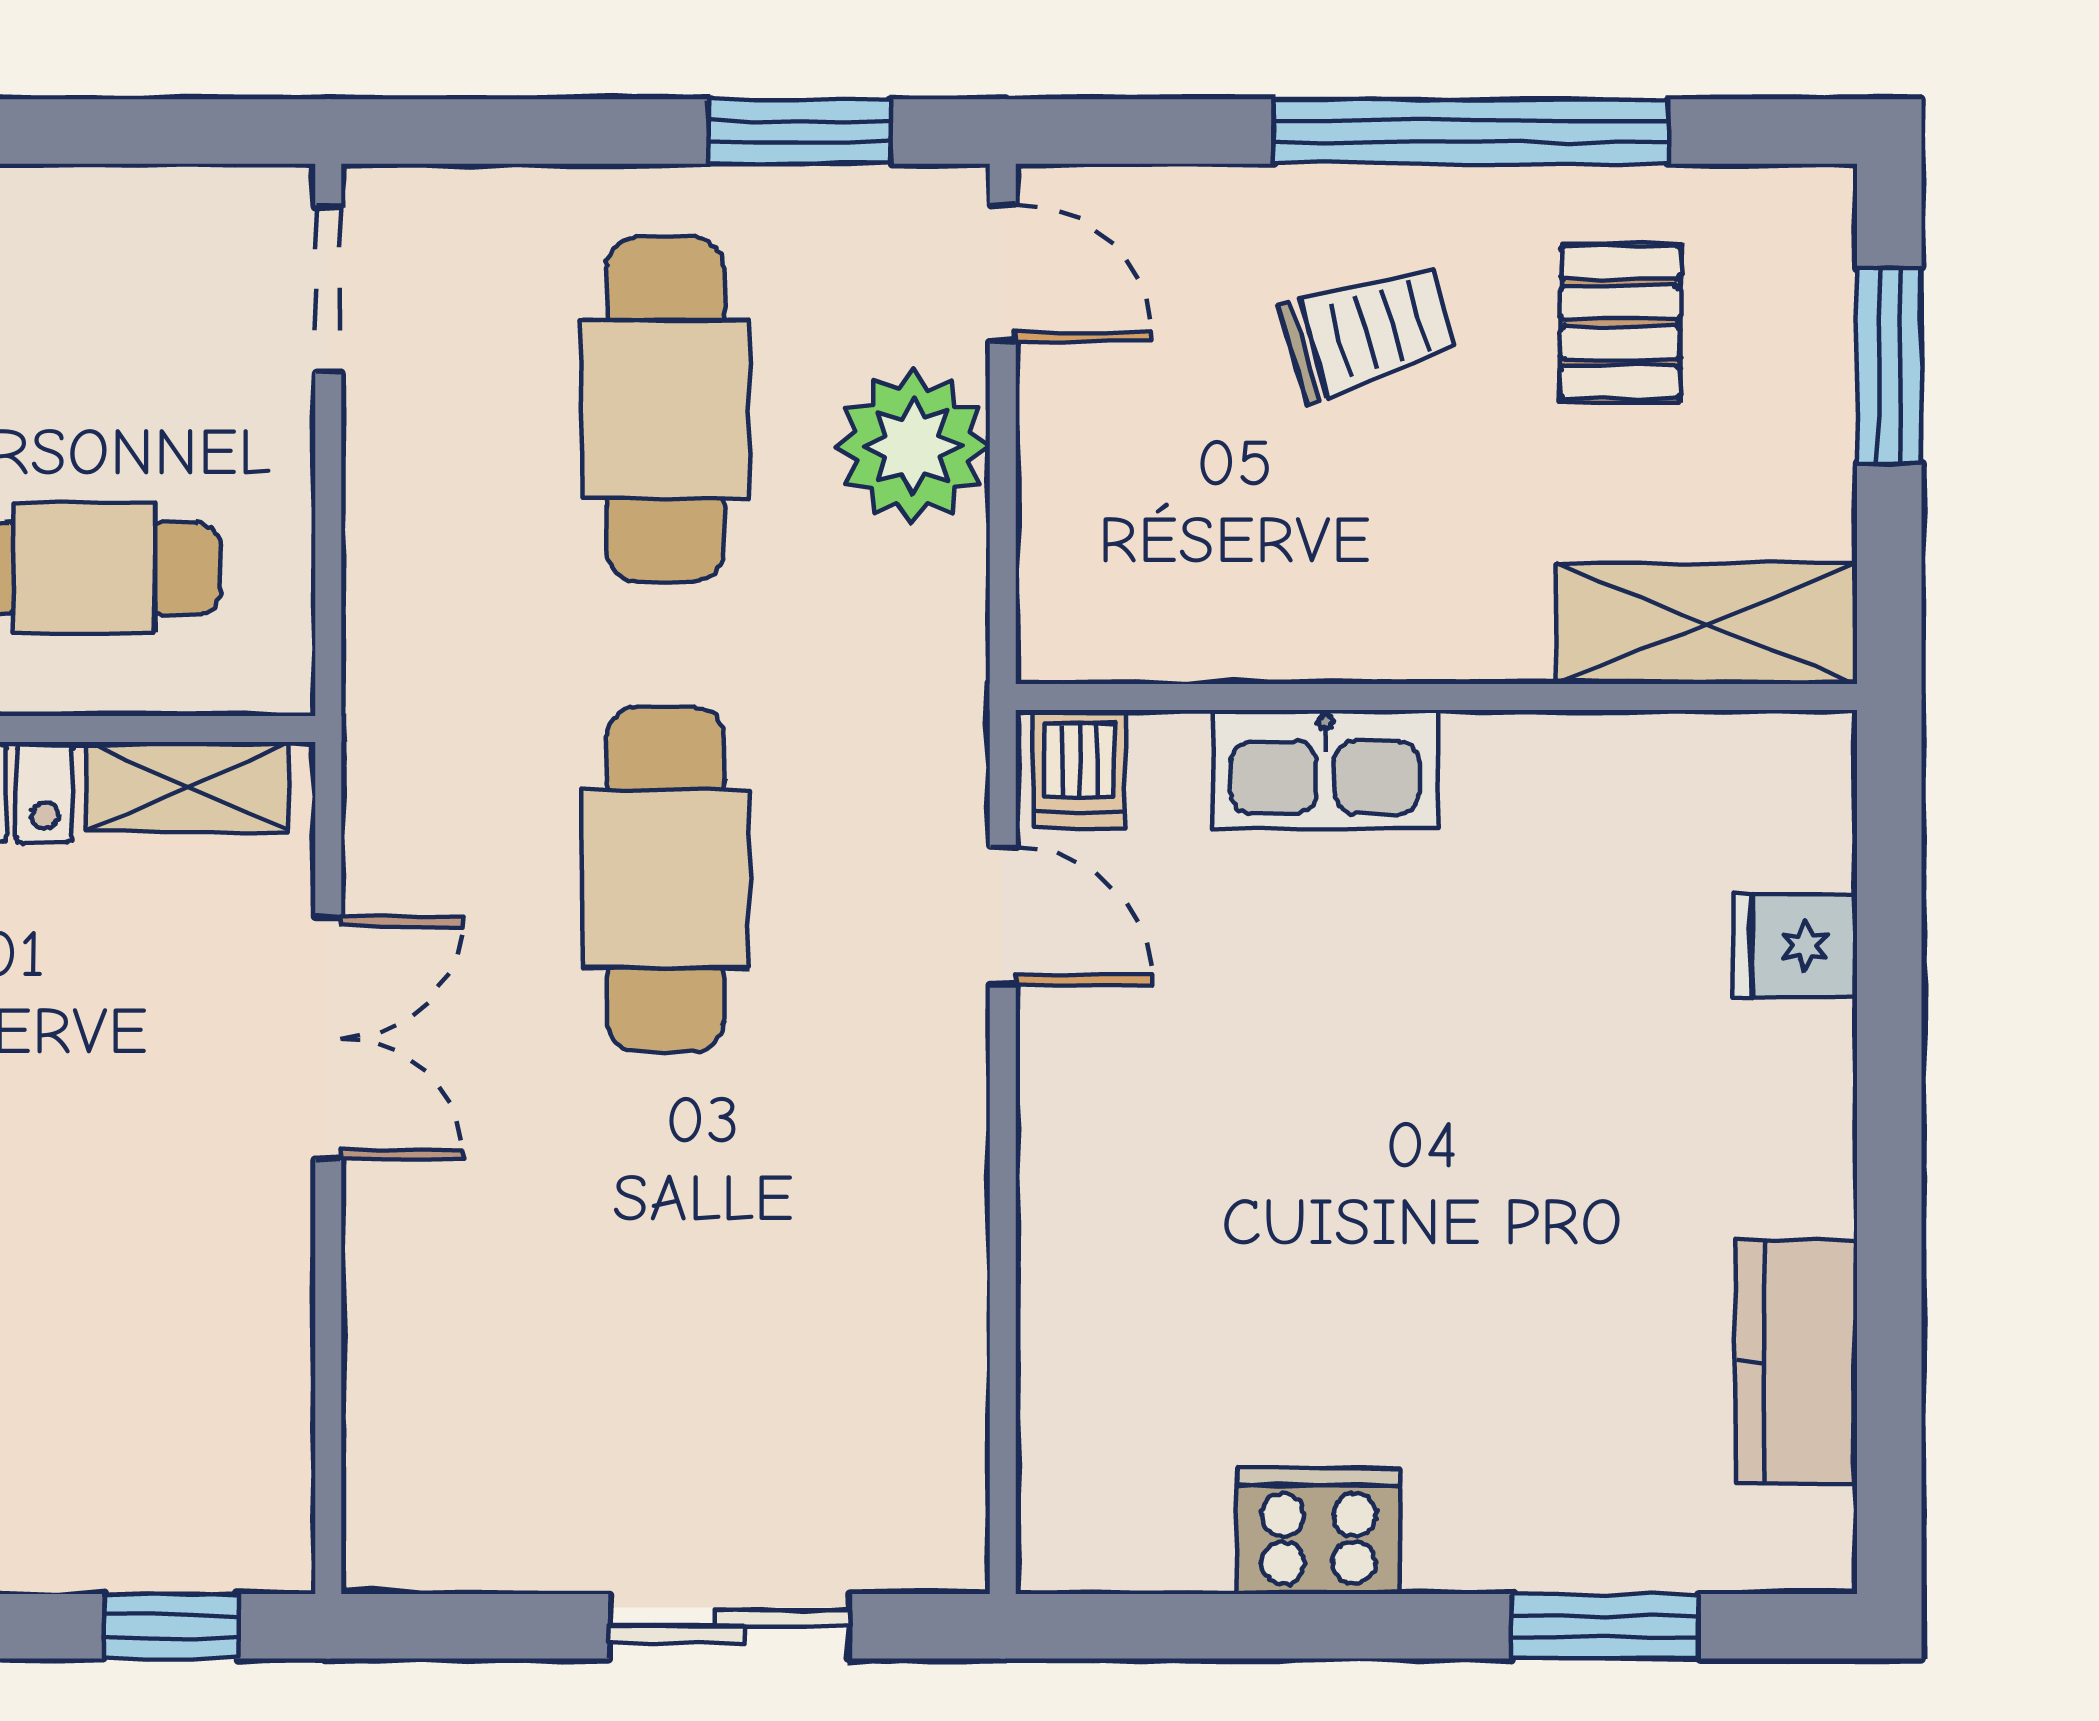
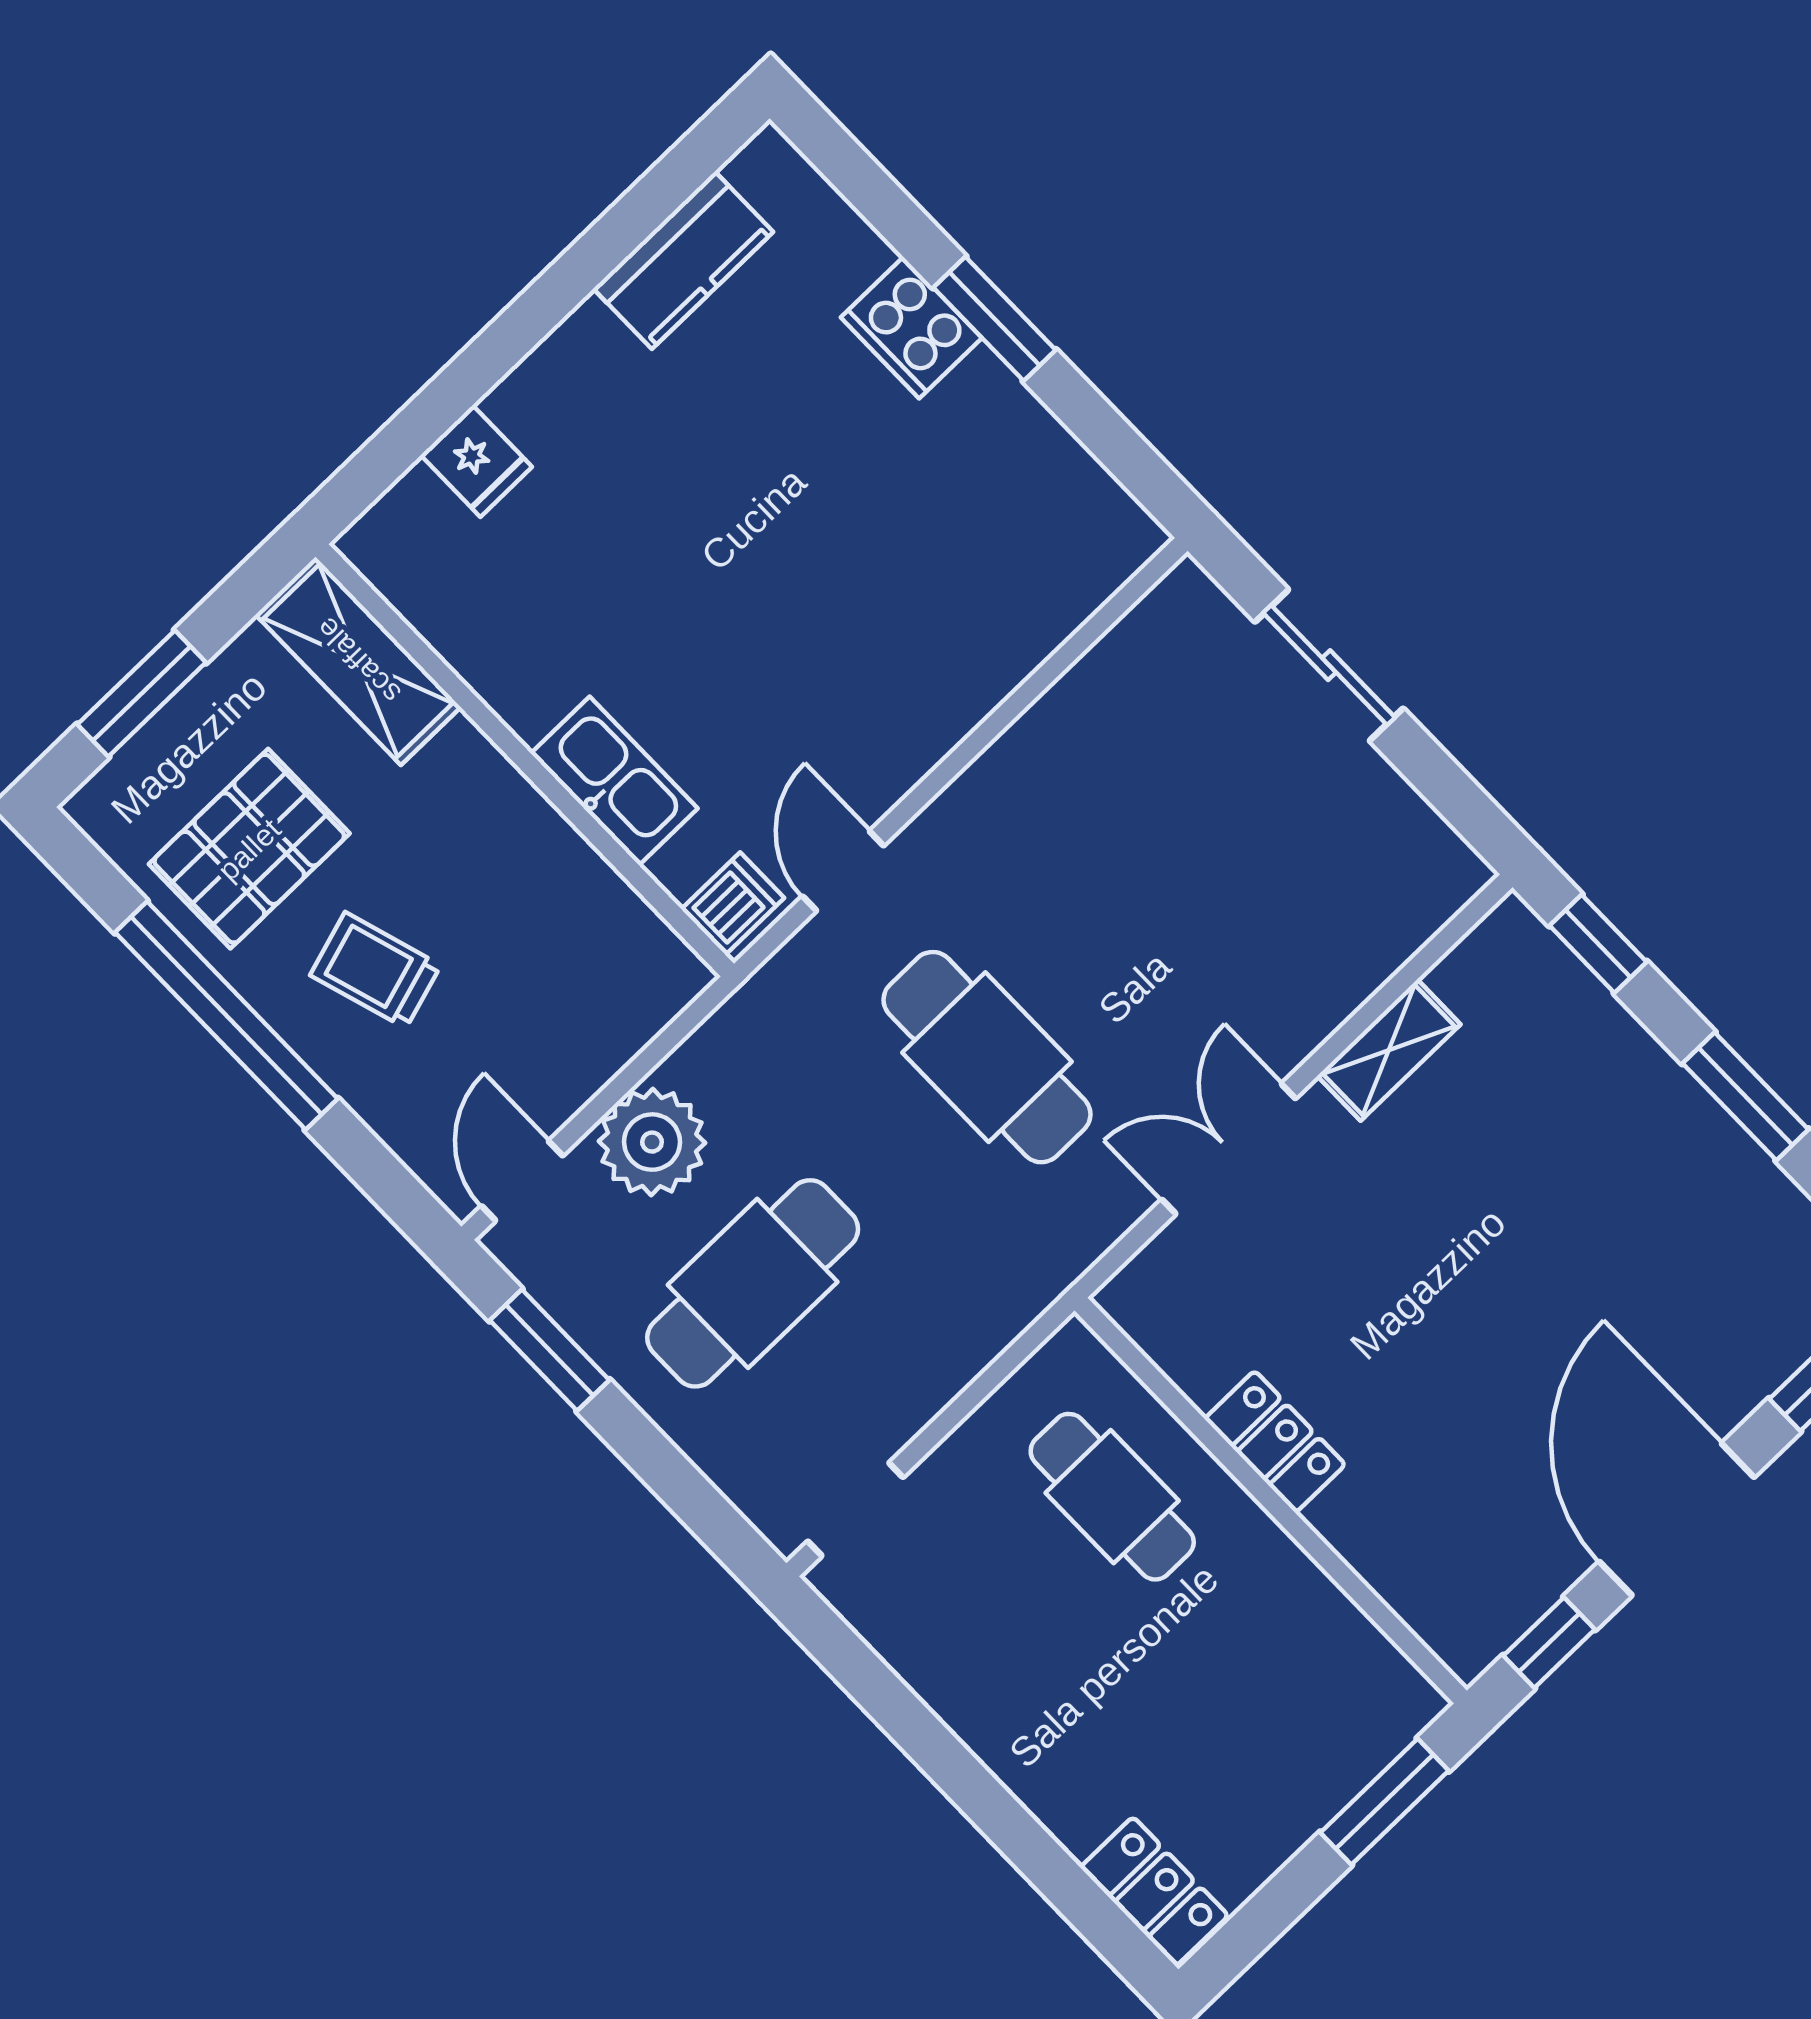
pallet: (1621, 323) -> (249, 849), width x1.50, depth x1.42
shelving: (187, 787) -> (1389, 1050), moved, turned 90
cafe table: (665, 879) -> (987, 1057), turned 90
cooker: (1319, 1531) -> (911, 328), moved
window: (1605, 1626) -> (995, 319), moved

